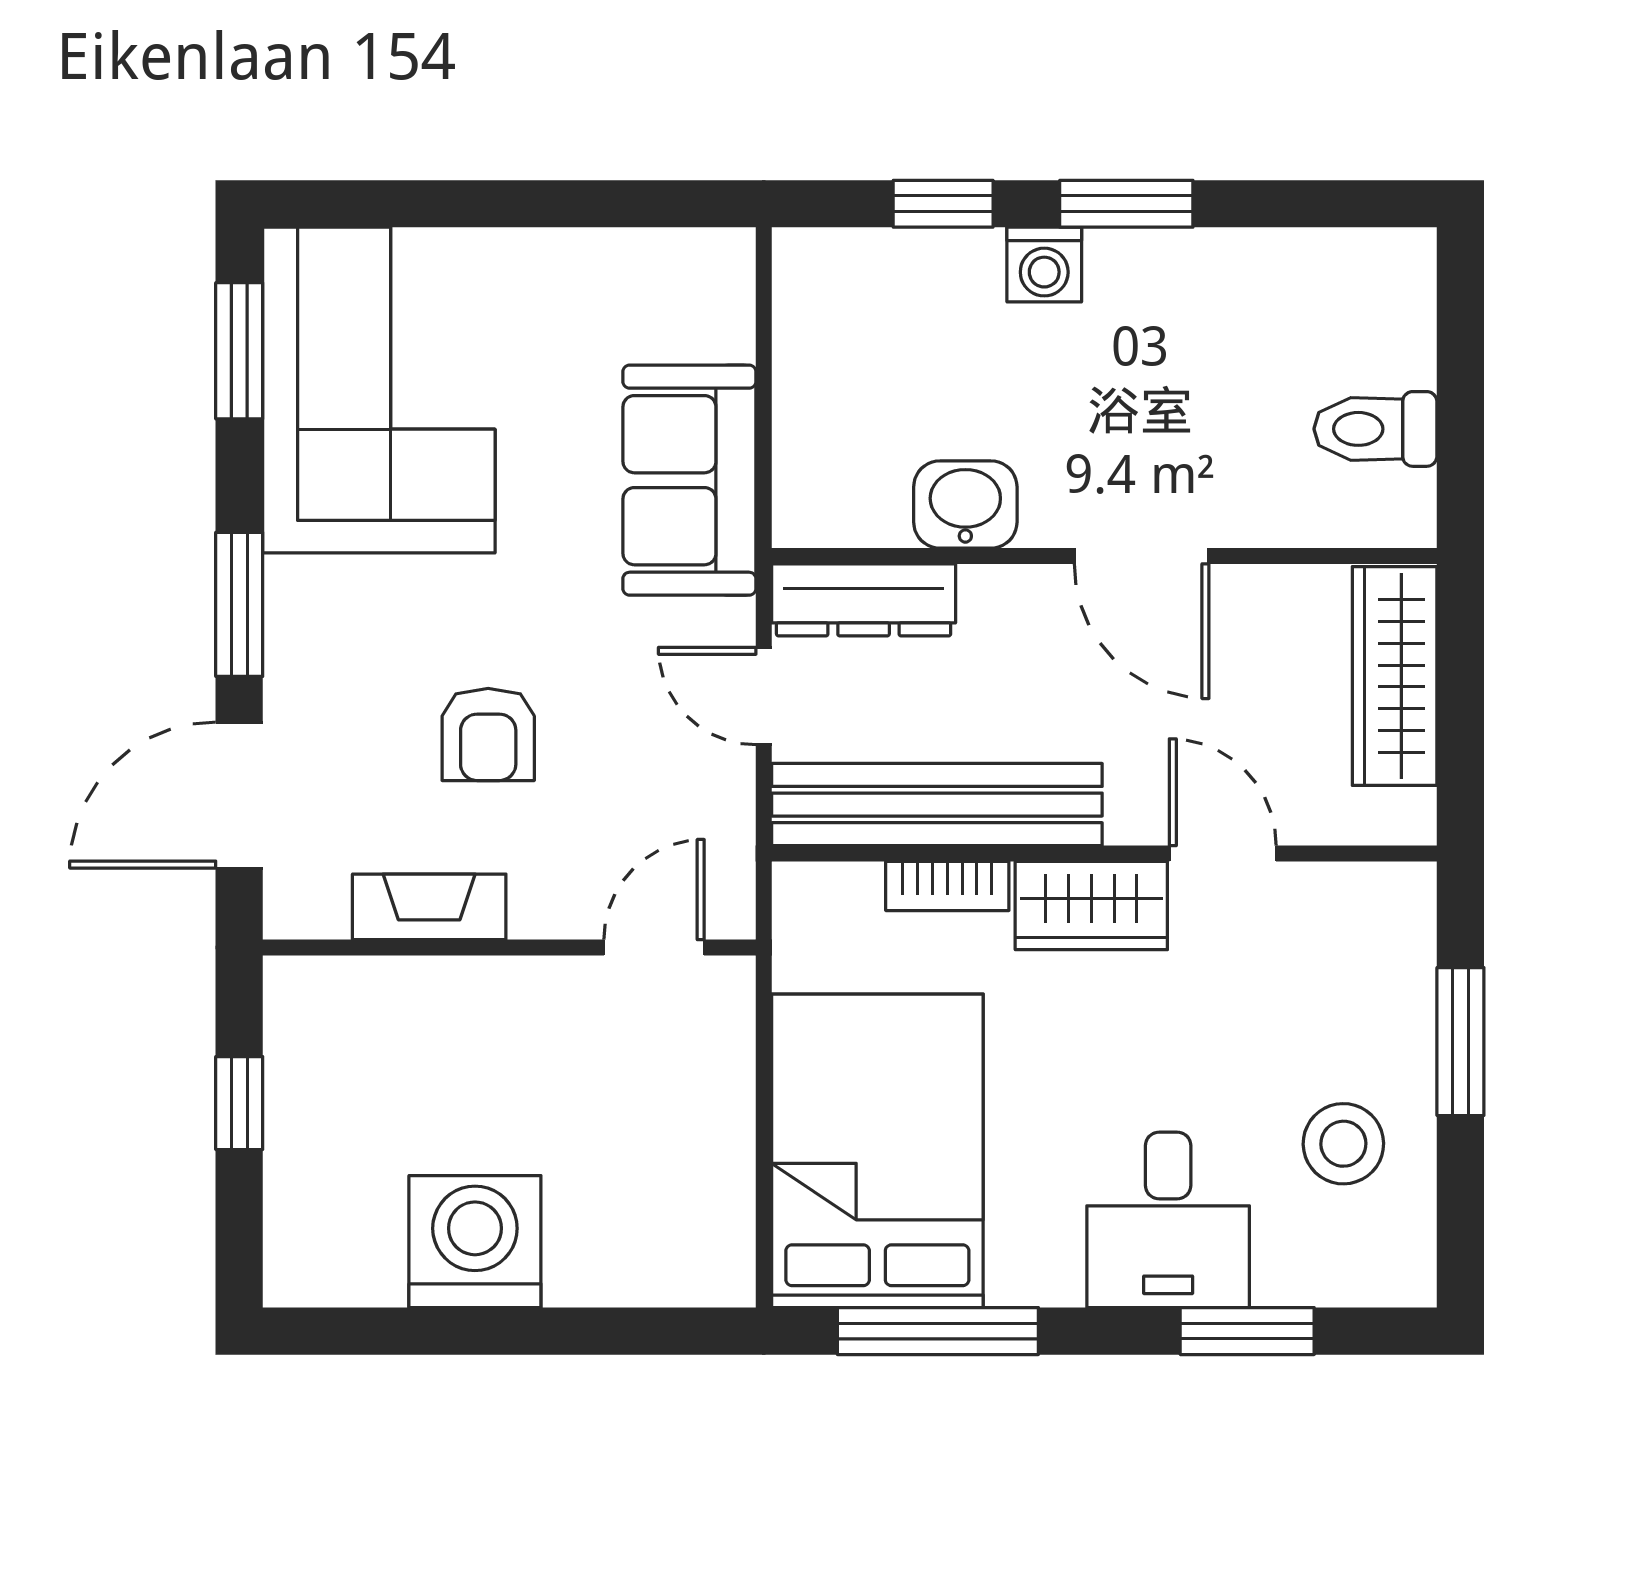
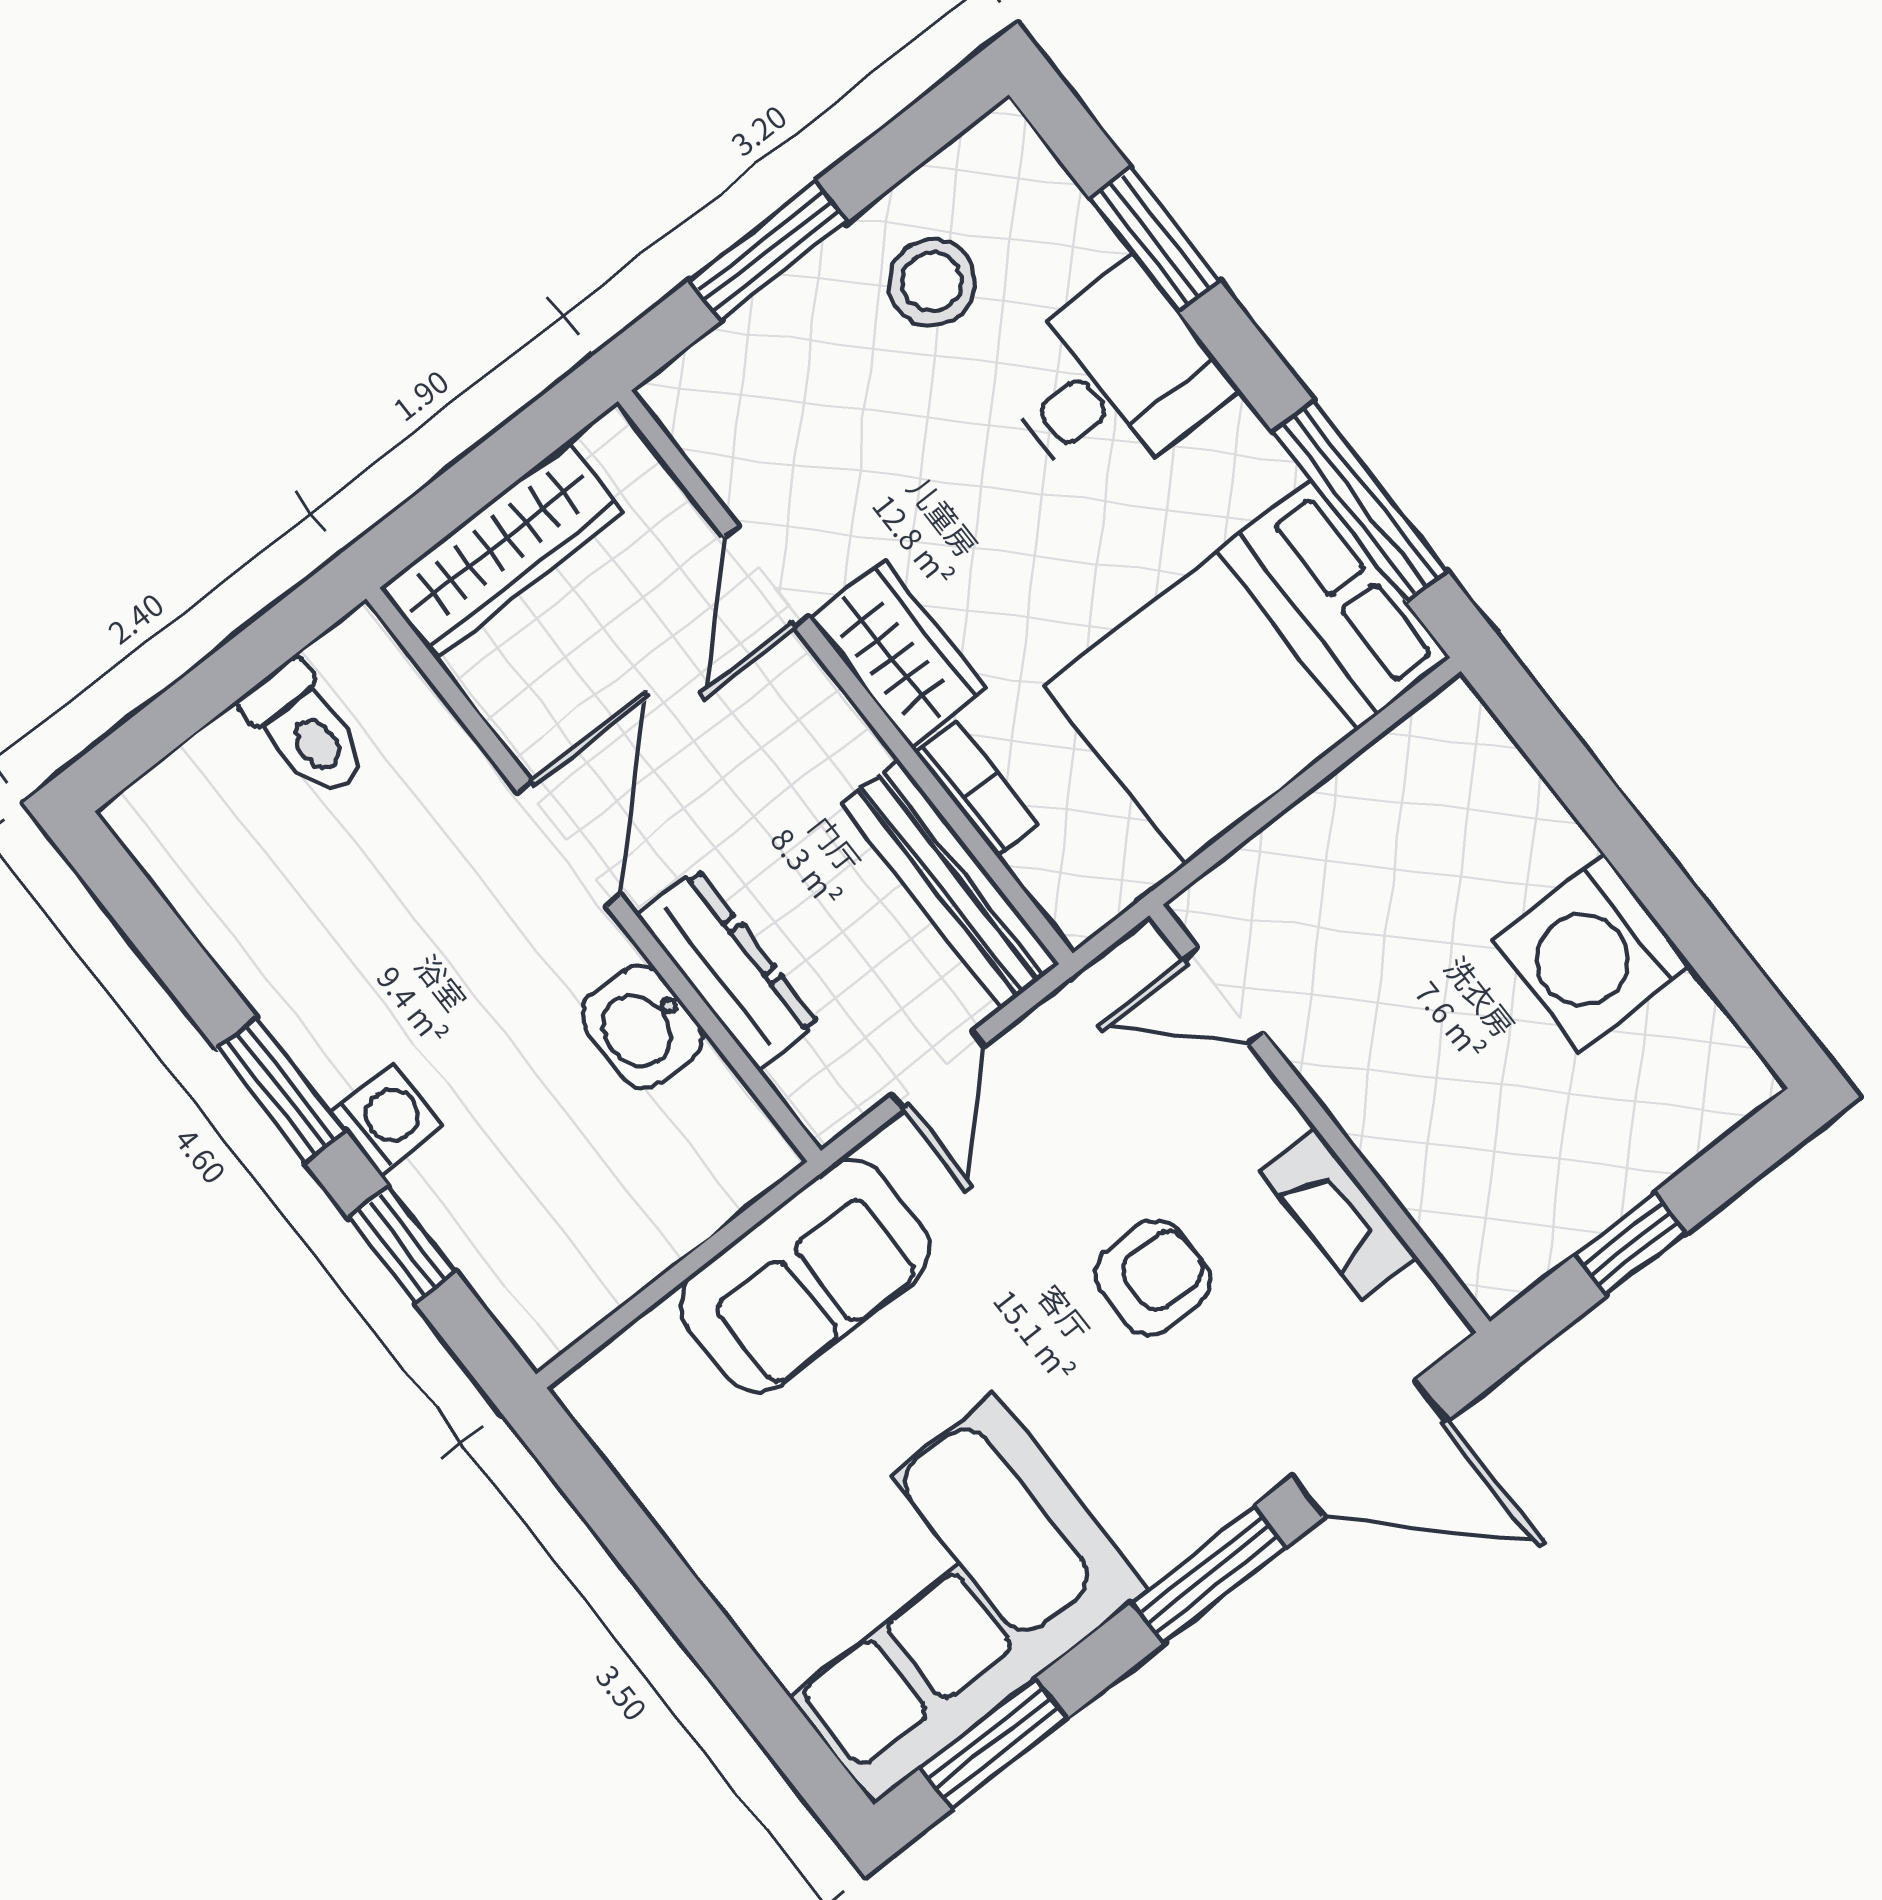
dresser: (864, 600) -> (728, 970), moved
bench: (937, 805) -> (950, 884), width x0.73, depth x0.82

